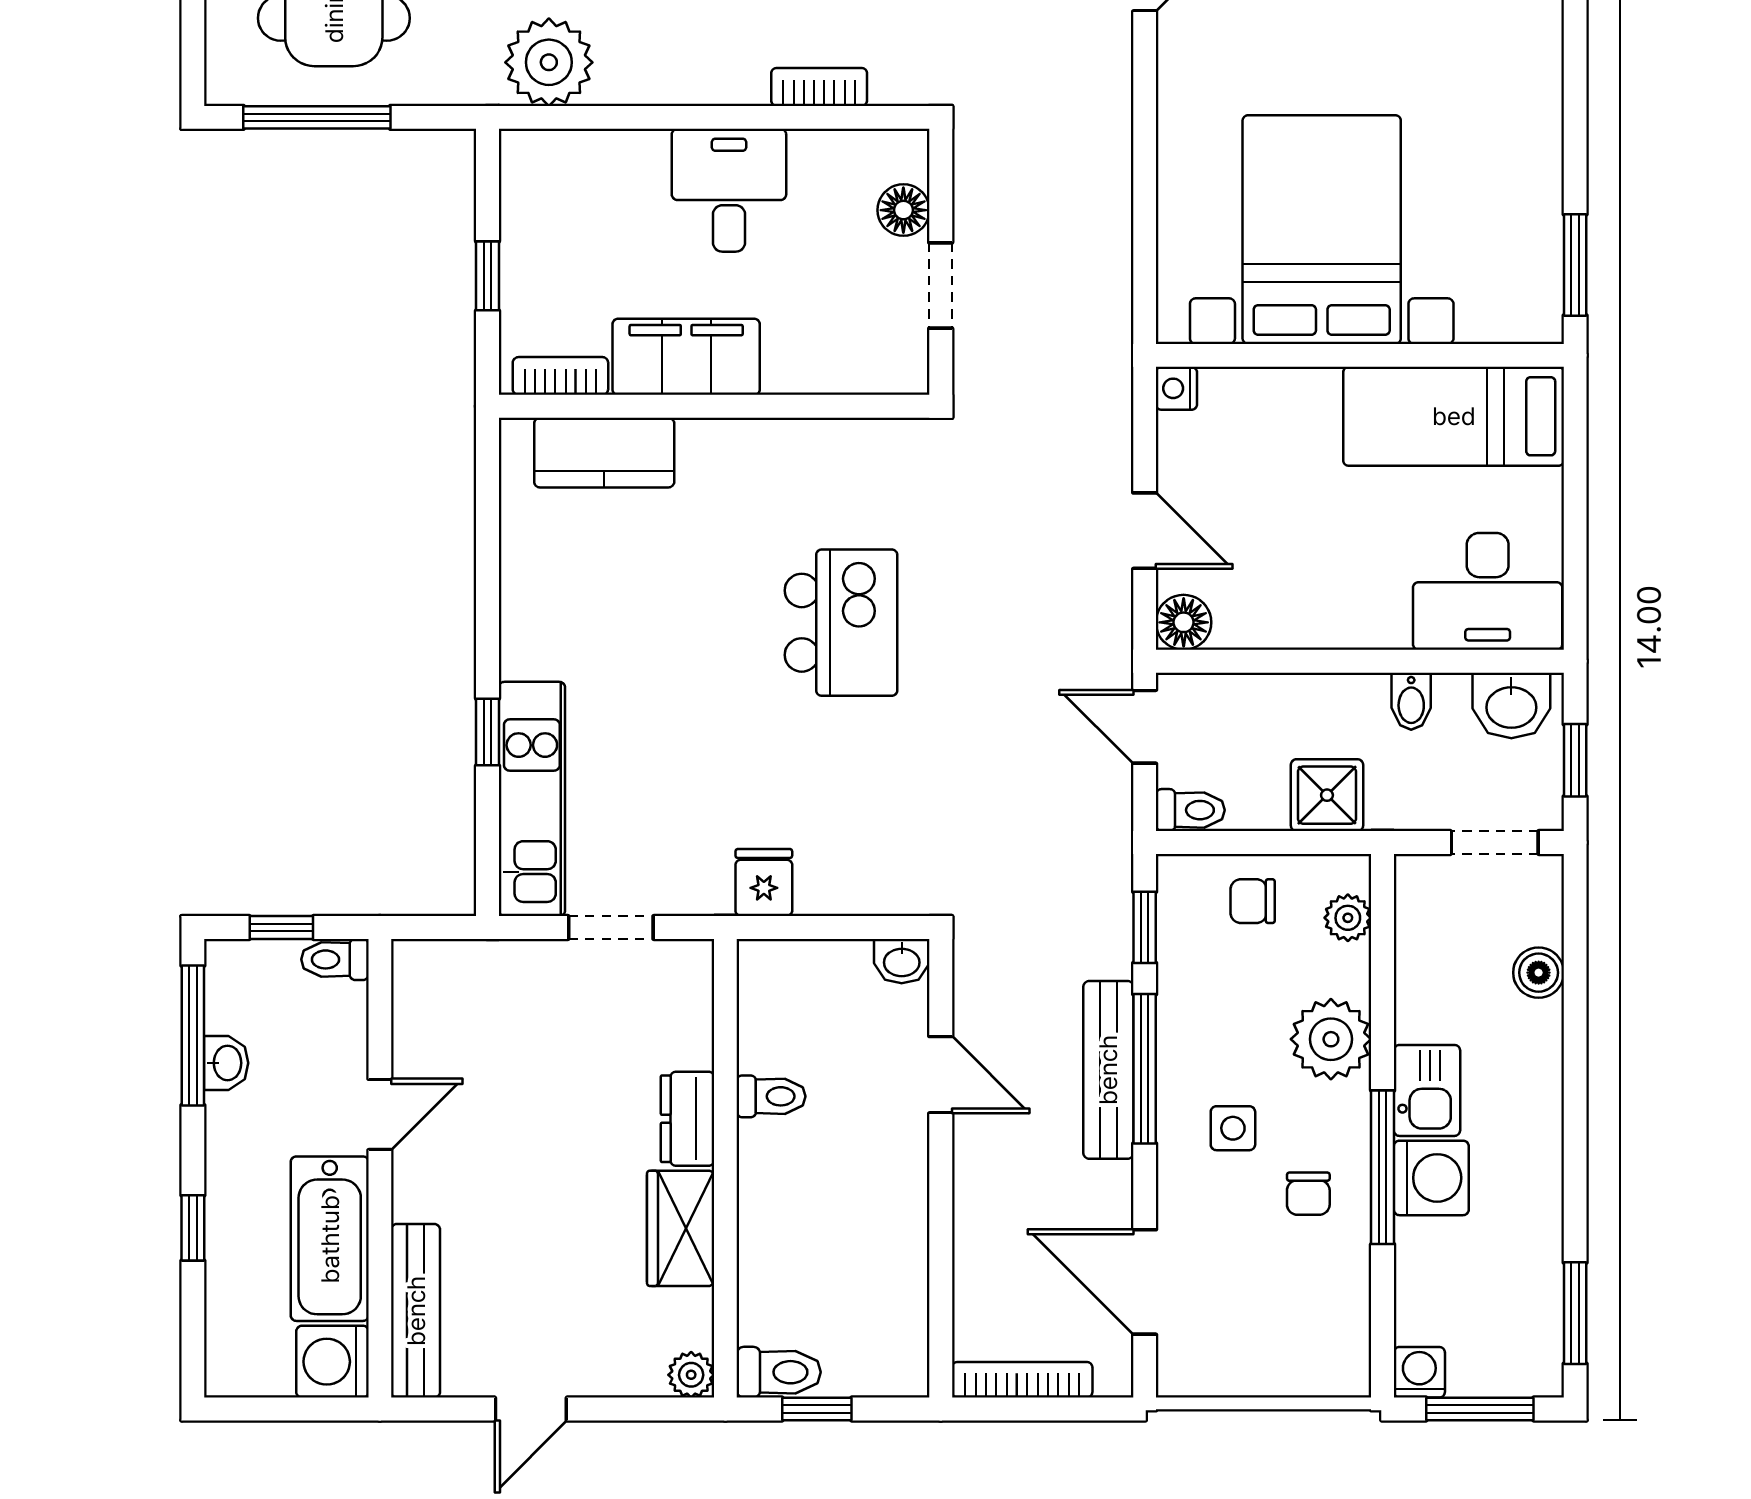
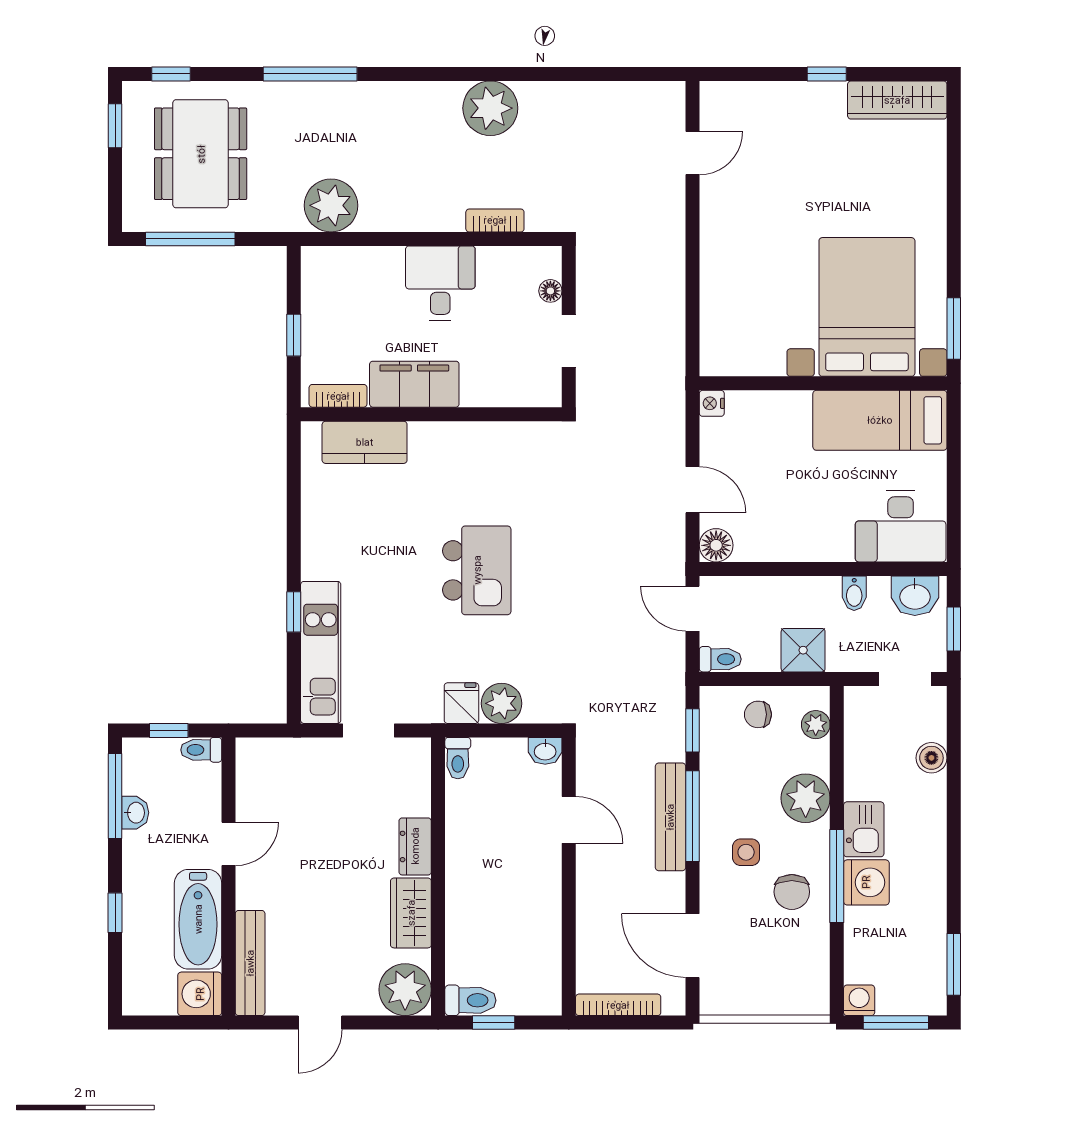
floor lamp: (903, 210) -> (550, 291), width x0.73, depth x0.73
bed with nightstands: (1322, 230) -> (867, 307), moved
kitchen island: (841, 623) -> (477, 570), moved
plant: (830, 883) -> (502, 703), added
toilet: (771, 1096) -> (458, 758), moved, turned 90
chair: (1308, 1194) -> (792, 892), width x1.37, depth x1.37
plant: (691, 1375) -> (405, 990), width x1.87, depth x1.87

